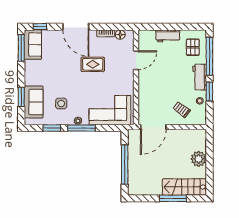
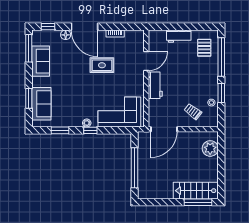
floor lamp: (120, 35) -> (66, 35), moved
sofa: (33, 45) -> (41, 61), moved
workbench: (200, 77) -> (155, 85), moved, turned 180
side table: (61, 104) -> (70, 105), removed
window: (81, 128) -> (90, 130), width x0.46
plant: (199, 159) -> (210, 148), moved
window: (173, 198) -> (198, 202), moved

